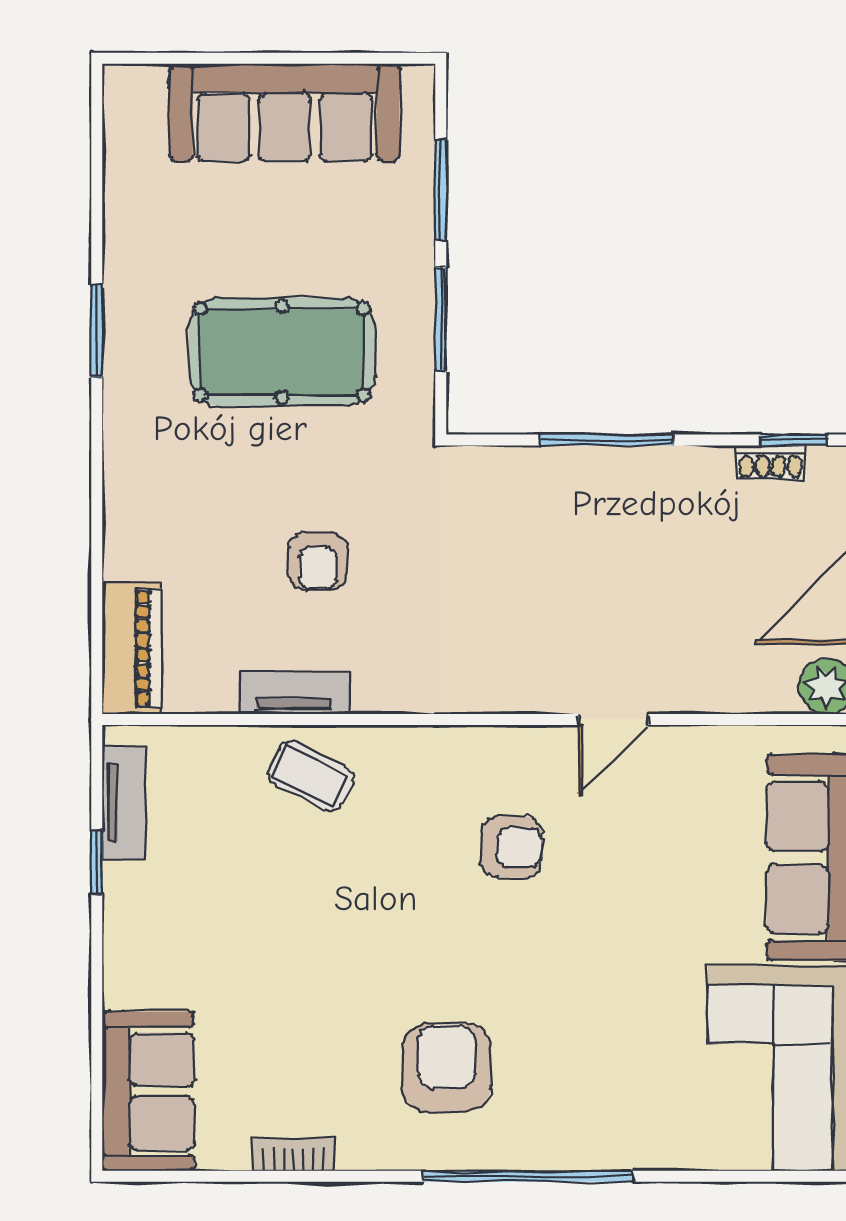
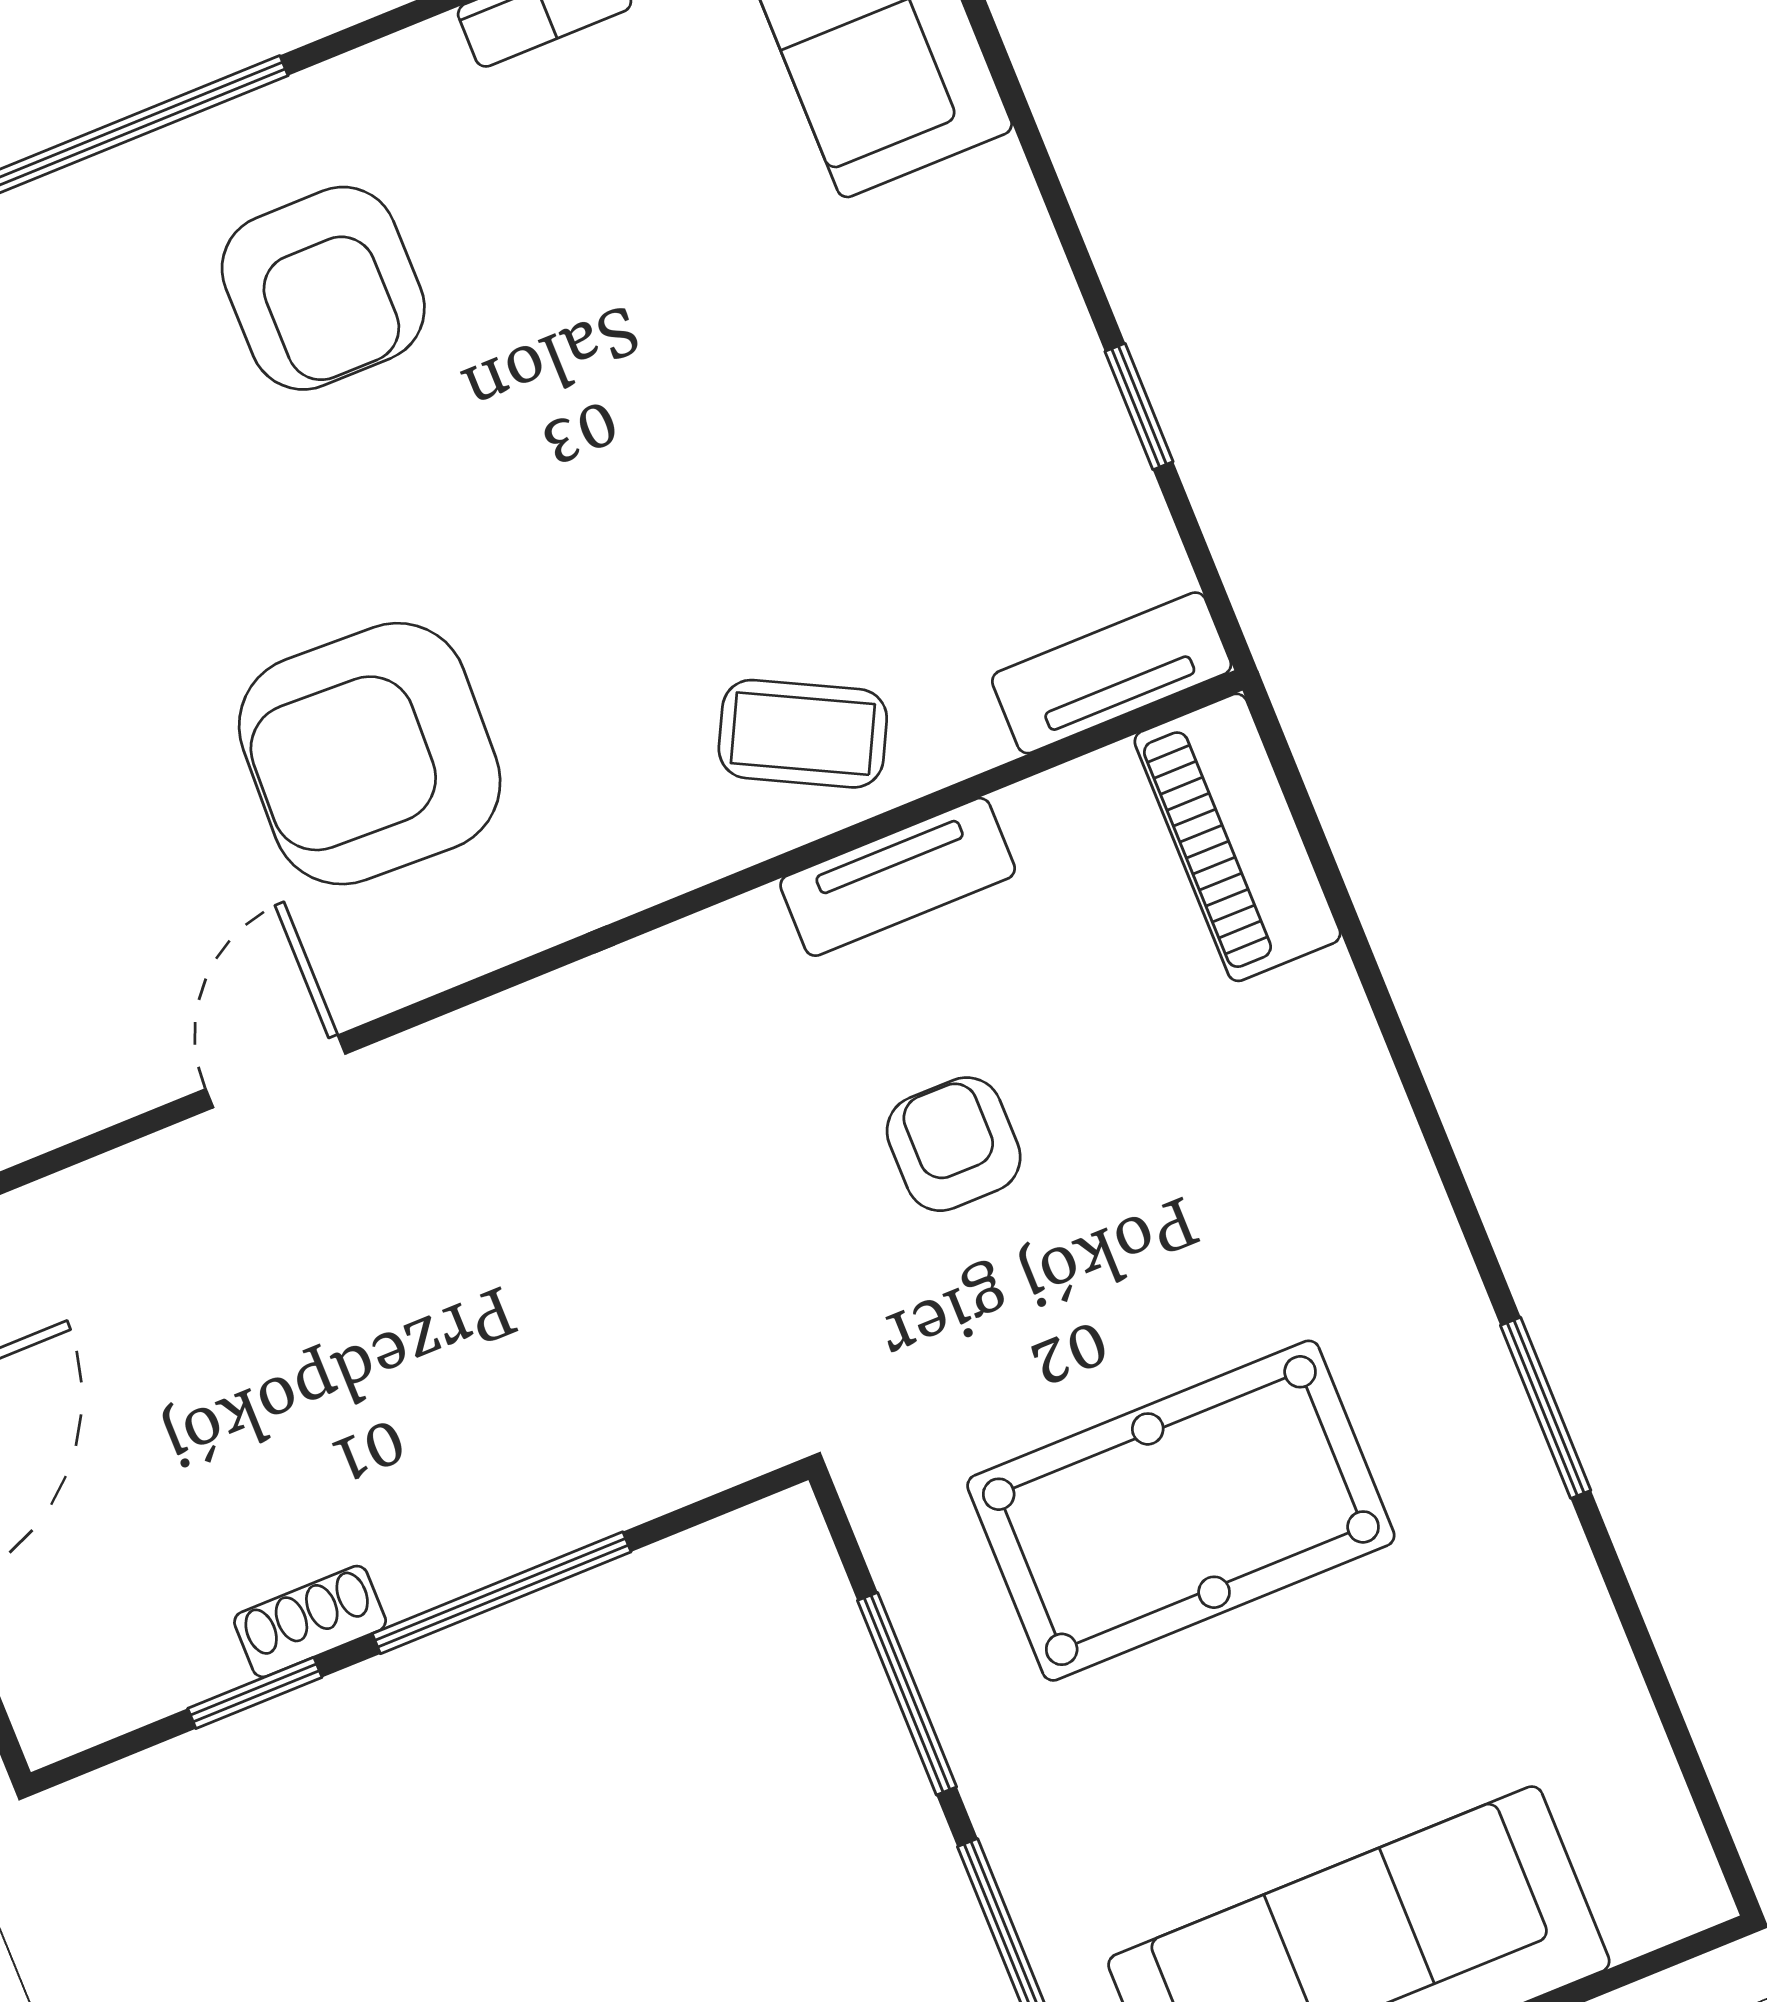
window: (794, 440) -> (255, 1693), moved
shoe rack: (771, 462) -> (310, 1621), moved
tv unit: (124, 803) -> (1112, 673), moved, turned 90
armchair: (512, 847) -> (370, 754), width x1.88, depth x1.88

